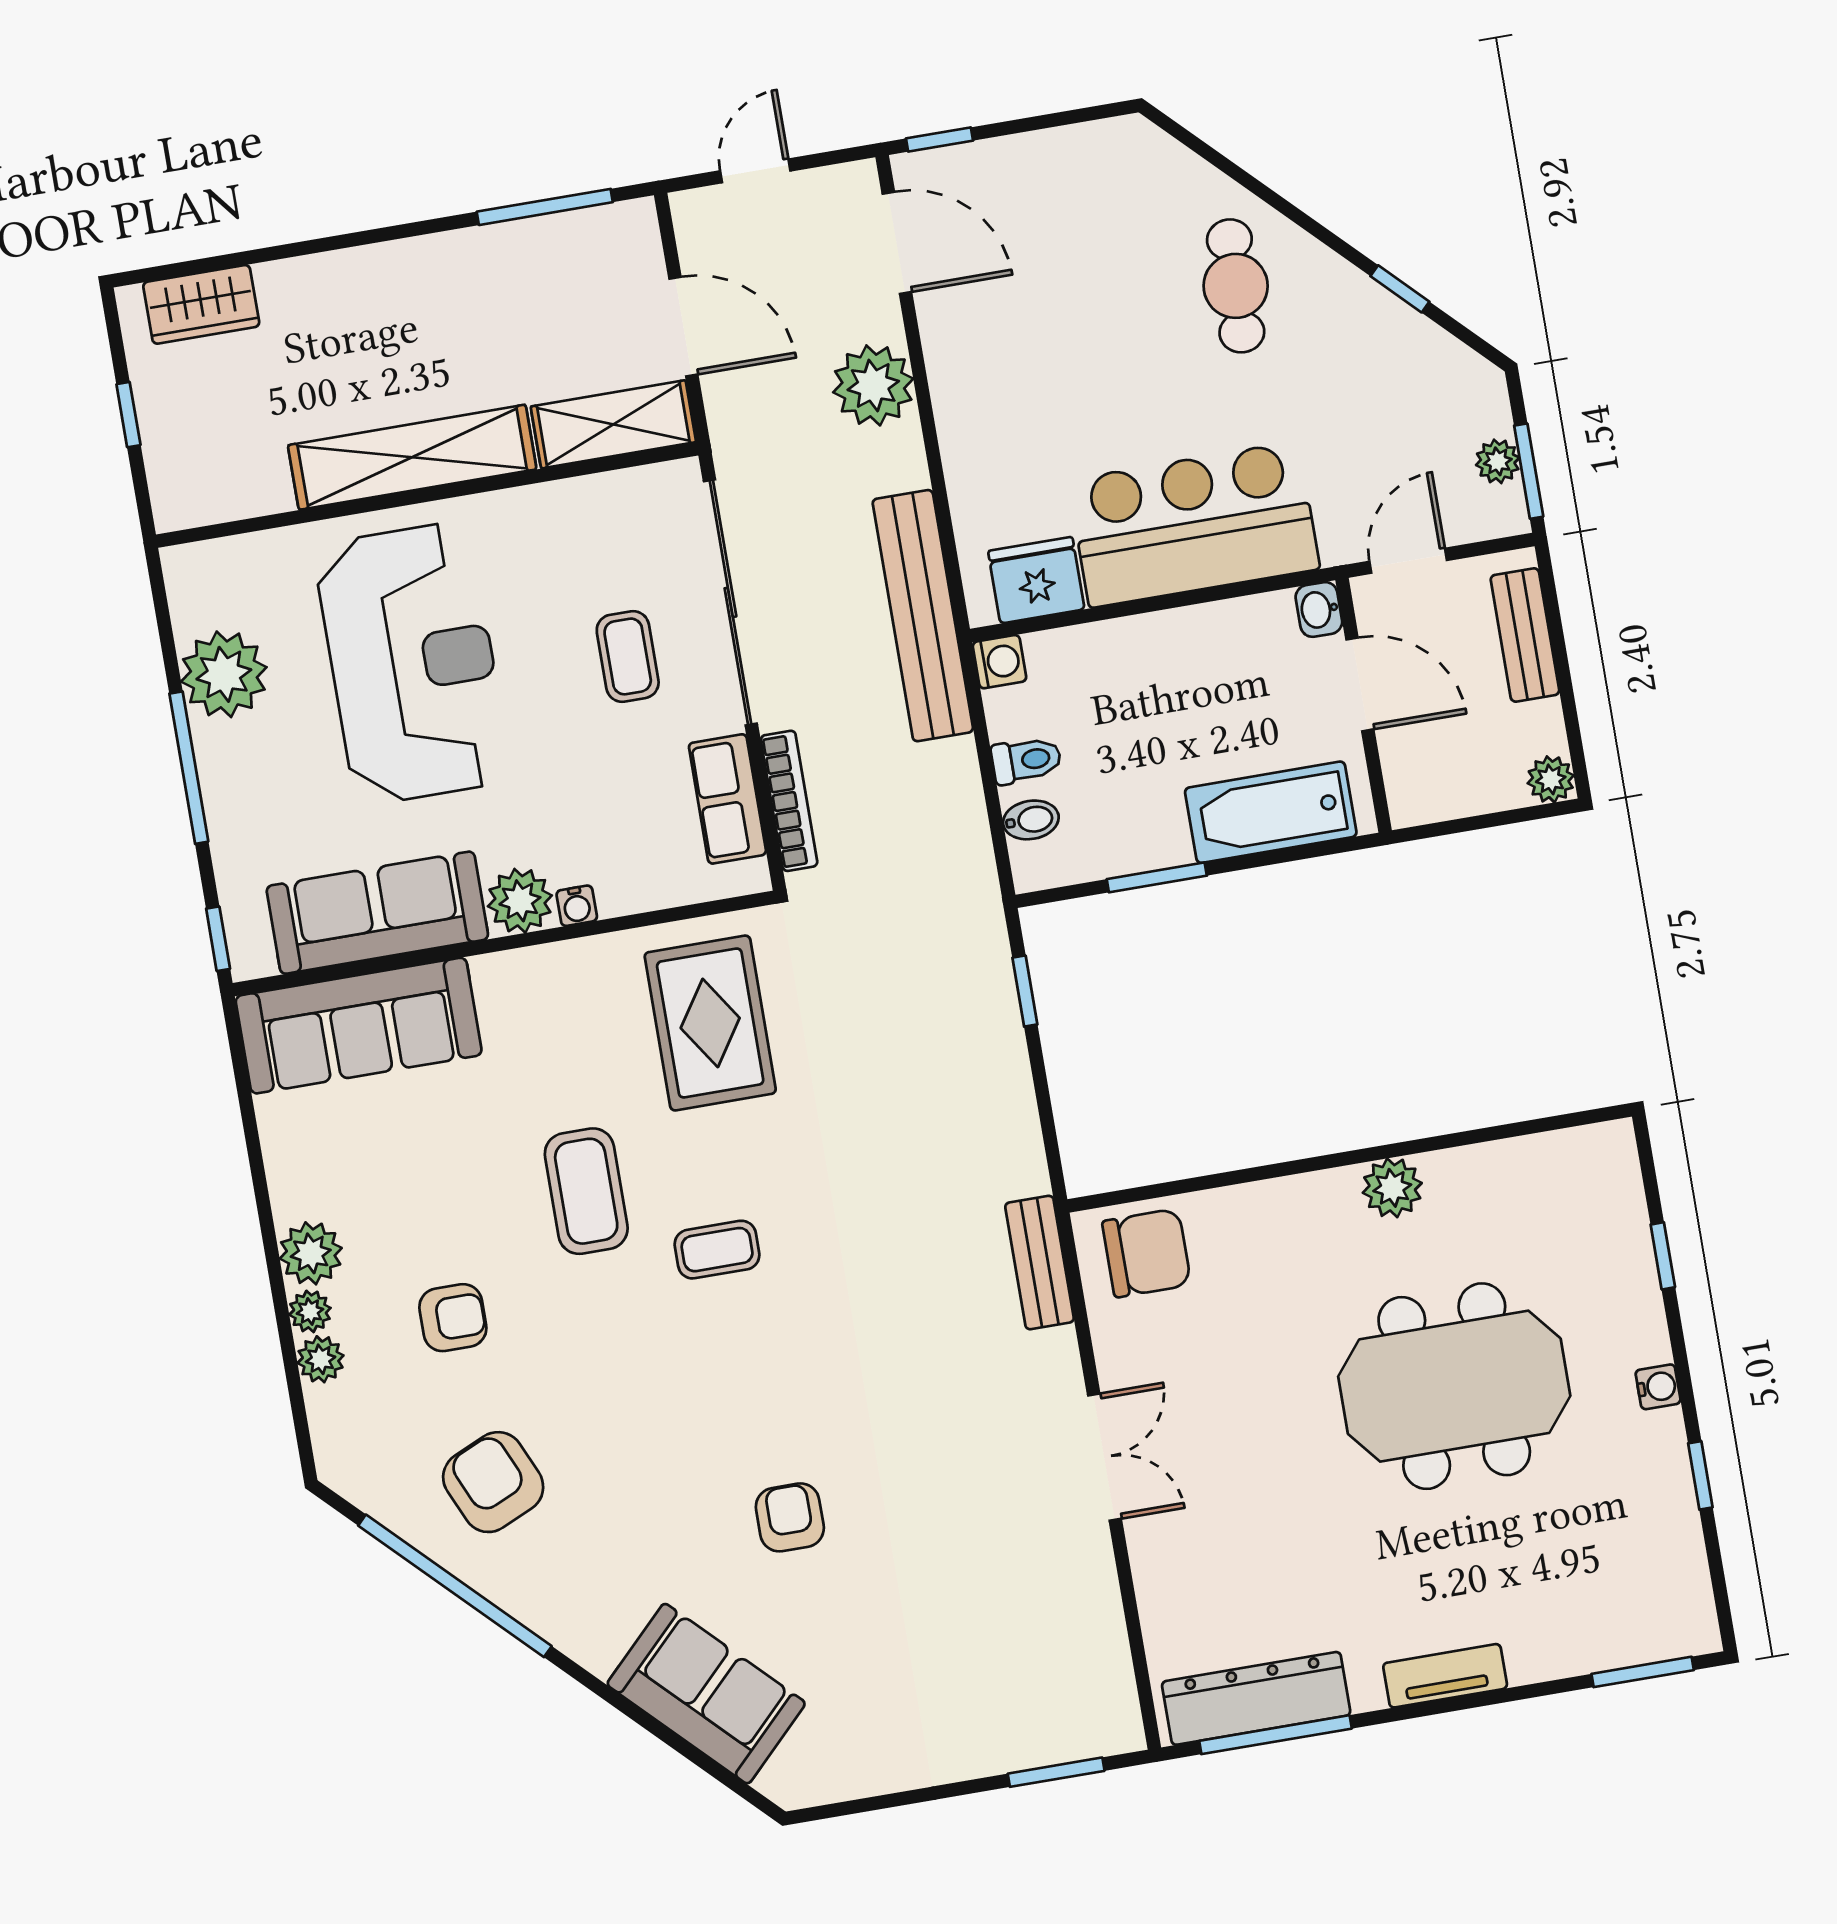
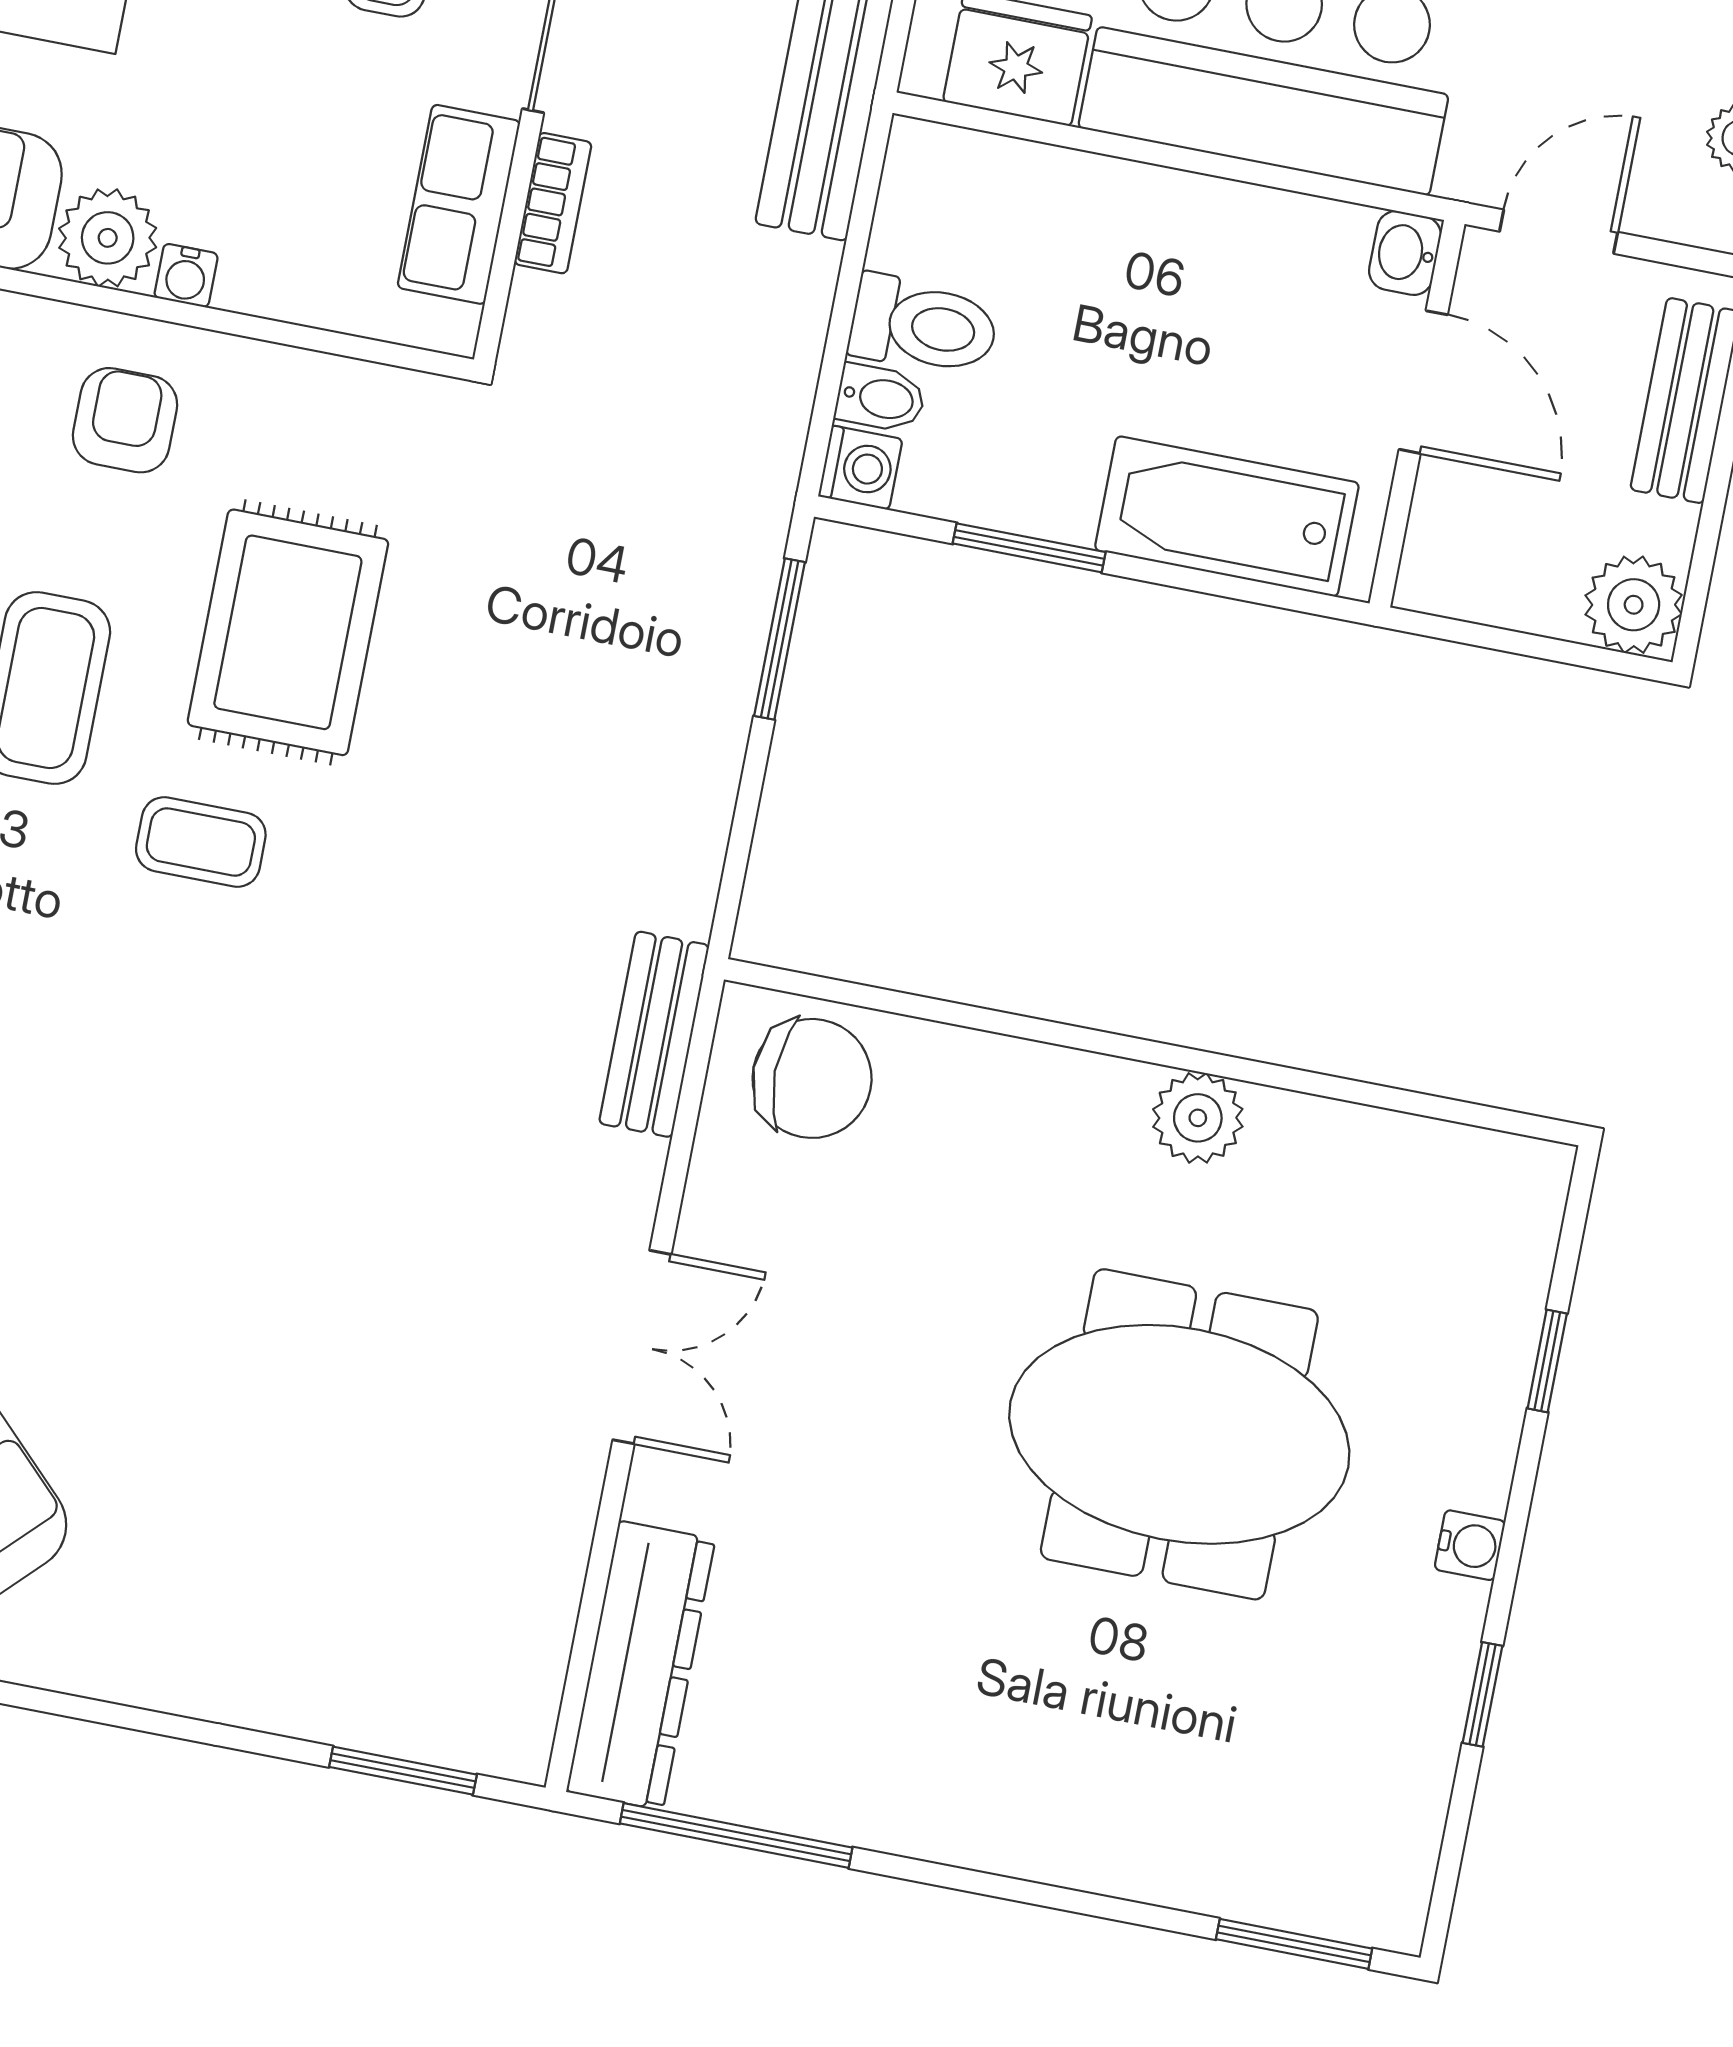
washing machine: (999, 662) -> (860, 468), moved
toilet: (1026, 760) -> (924, 326), width x1.37, depth x1.39
plant: (1551, 779) -> (1634, 605), width x1.38, depth x1.38
bookcase: (789, 801) -> (553, 203), width x0.64
window: (1025, 991) -> (780, 639), width x1.50
rug: (710, 1023) -> (288, 632), moved
armchair: (790, 1517) -> (125, 420), moved
tv unit: (1445, 1676) -> (1010, 1843), removed
dresser: (1256, 1698) -> (641, 1665), moved, turned 90

